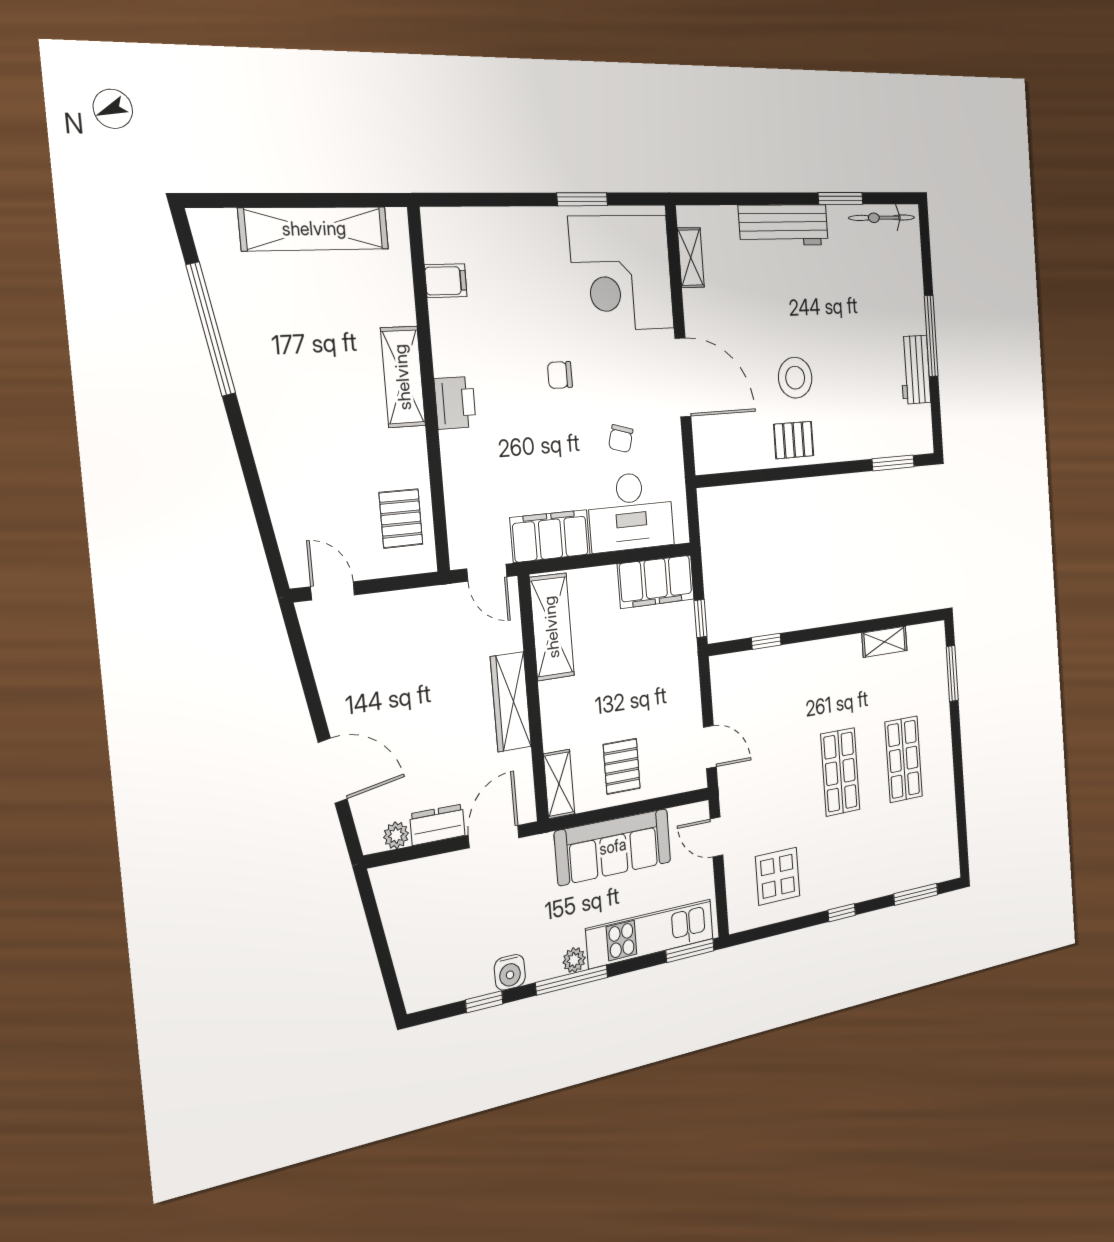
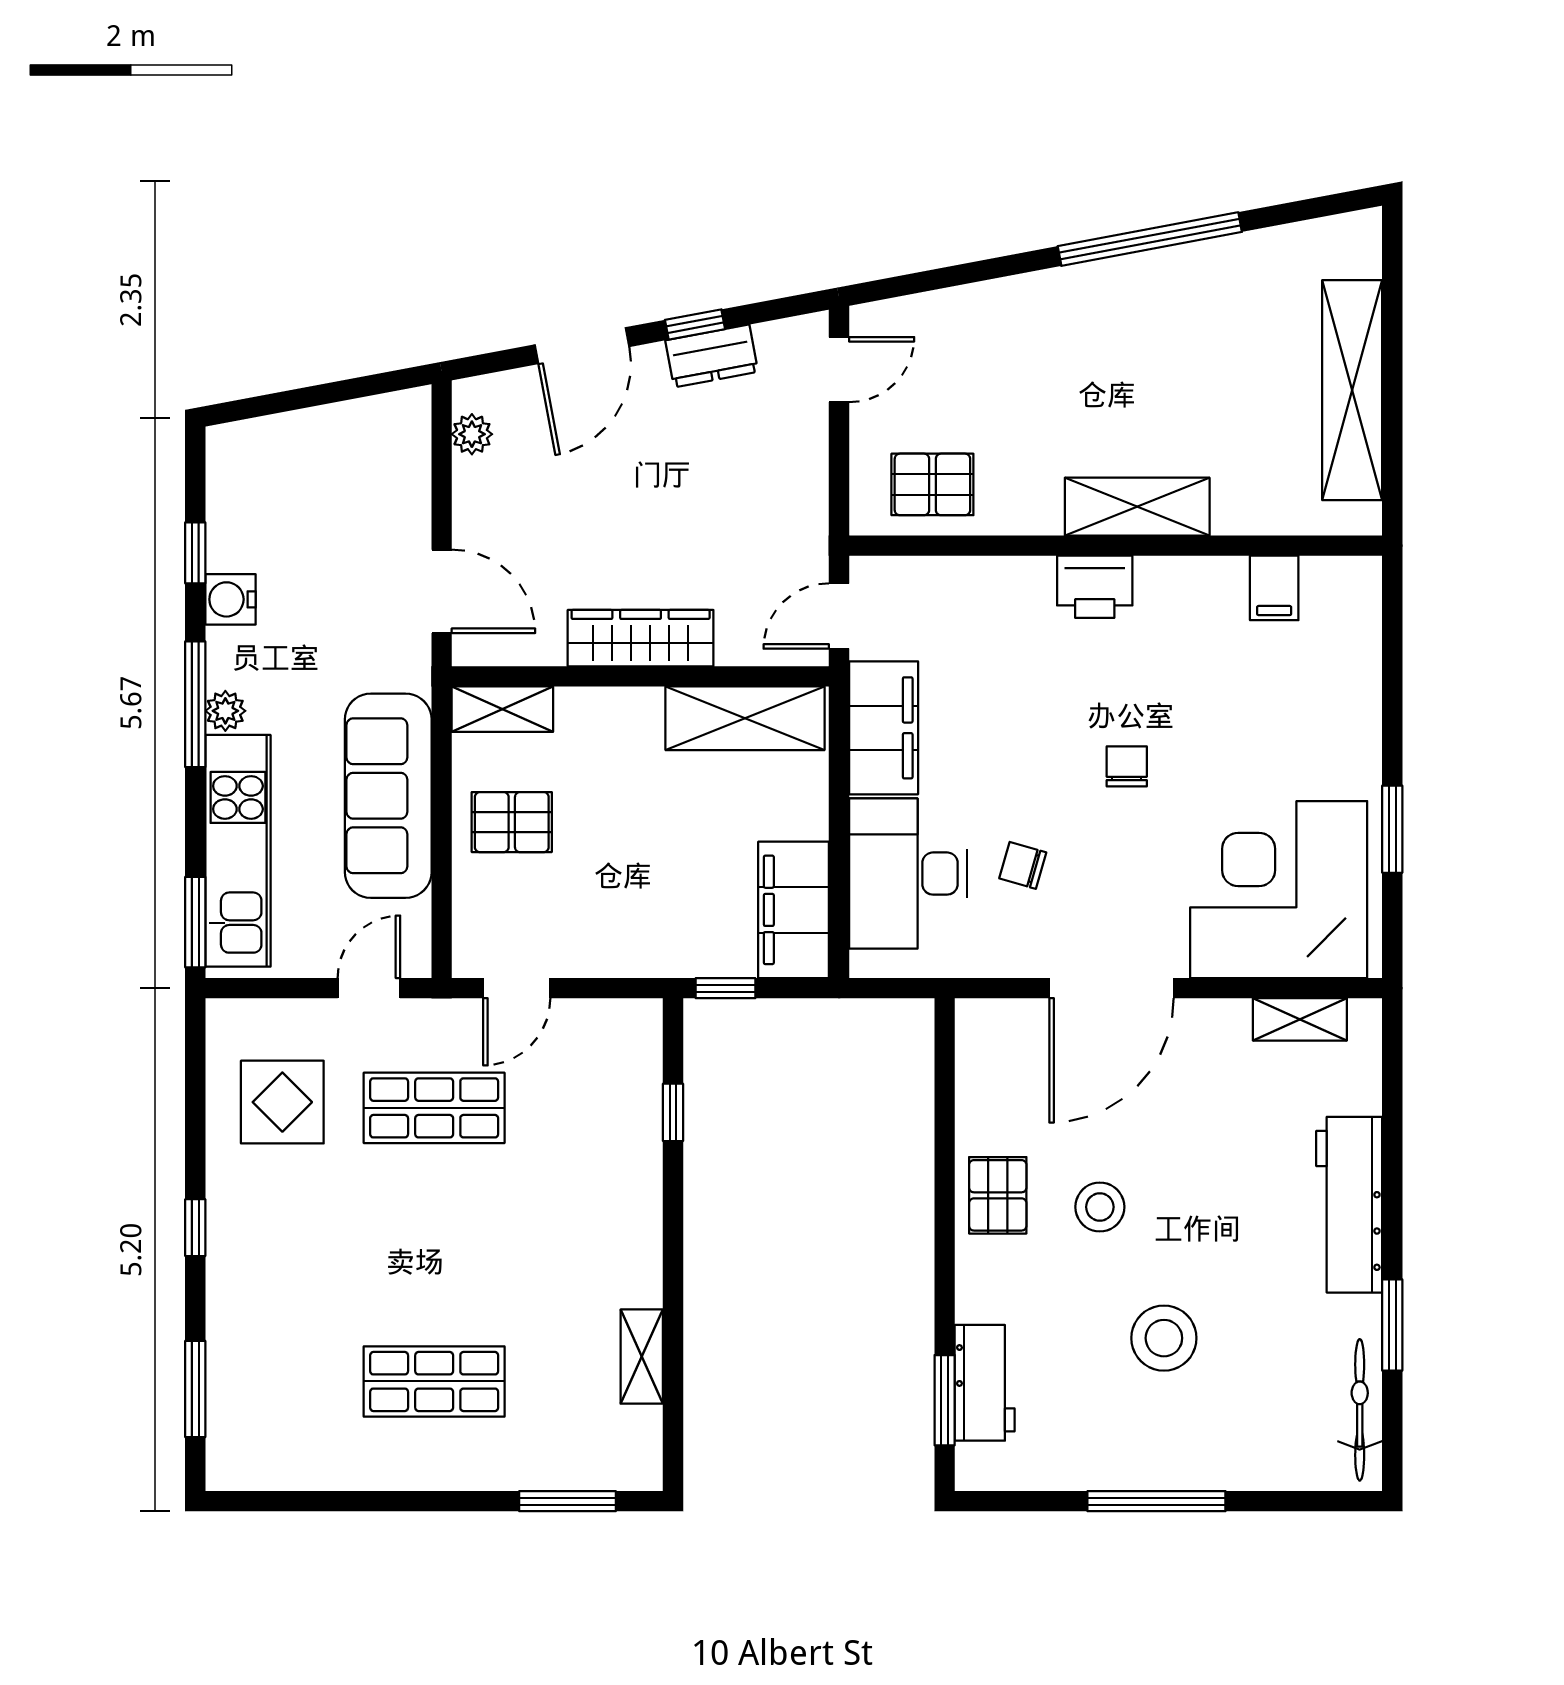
window: (211, 329) -> (1150, 239), moved
stool: (856, 335) -> (1164, 1338), added
workbench: (915, 370) -> (985, 1383), moved, turned 90
stool: (795, 378) -> (1100, 1207), width x0.73, depth x0.73
window: (312, 695) -> (695, 324), added
shop shelf: (840, 772) -> (434, 1108), moved
dresser: (437, 825) -> (712, 356), moved, turned 79

